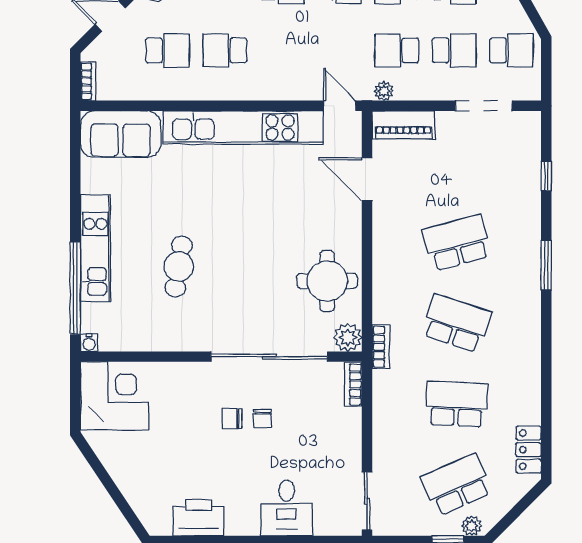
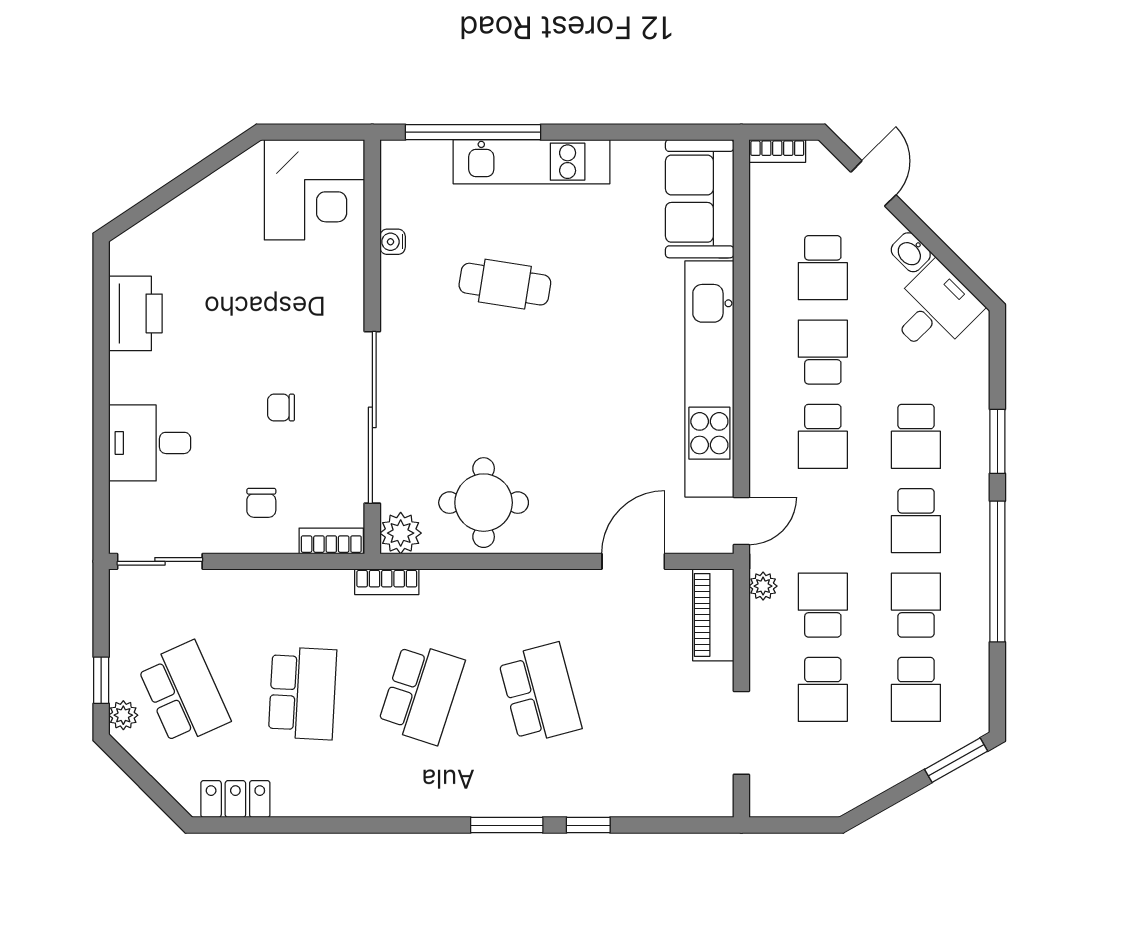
school desk: (511, 50) -> (823, 436), moved
window: (546, 176) -> (588, 825), moved
water cooler: (89, 343) -> (393, 242), moved
chair: (232, 419) -> (261, 503), moved, turned 180

